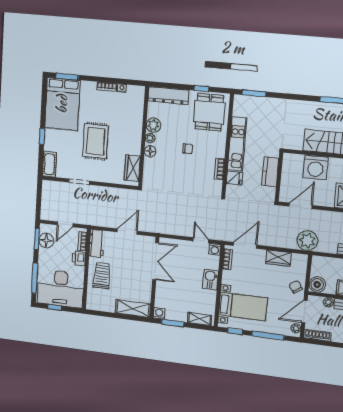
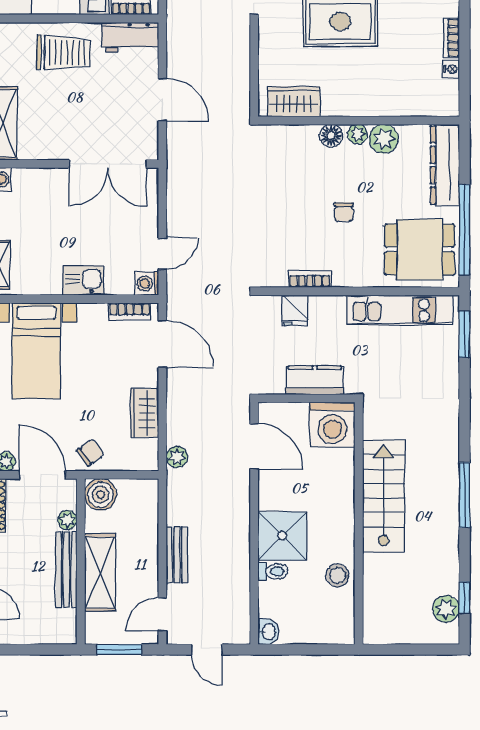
window: (201, 88) -> (464, 230), width x3.17
kitchen unit: (237, 144) -> (400, 310), moved
washing machine: (316, 167) -> (332, 425), moved, turned -90
plant: (307, 241) -> (177, 457), width x0.53, depth x0.53

